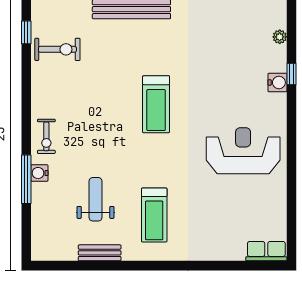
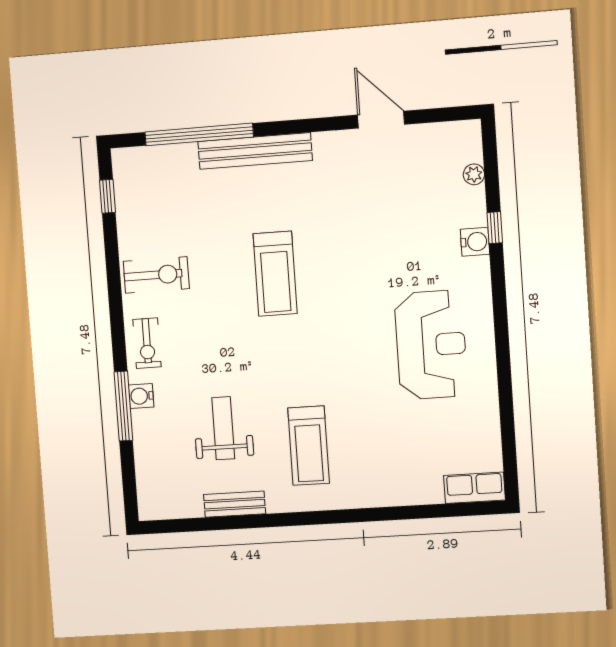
exercise bike: (57, 49) -> (156, 275), moved
treadmill: (156, 104) -> (275, 274), moved
reception desk: (243, 151) -> (431, 345), turned 90

